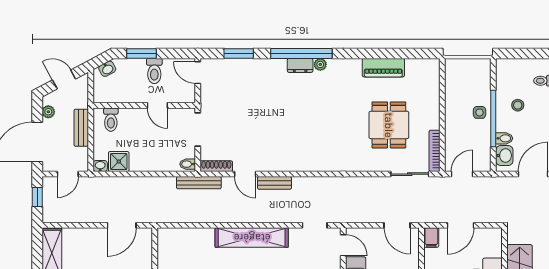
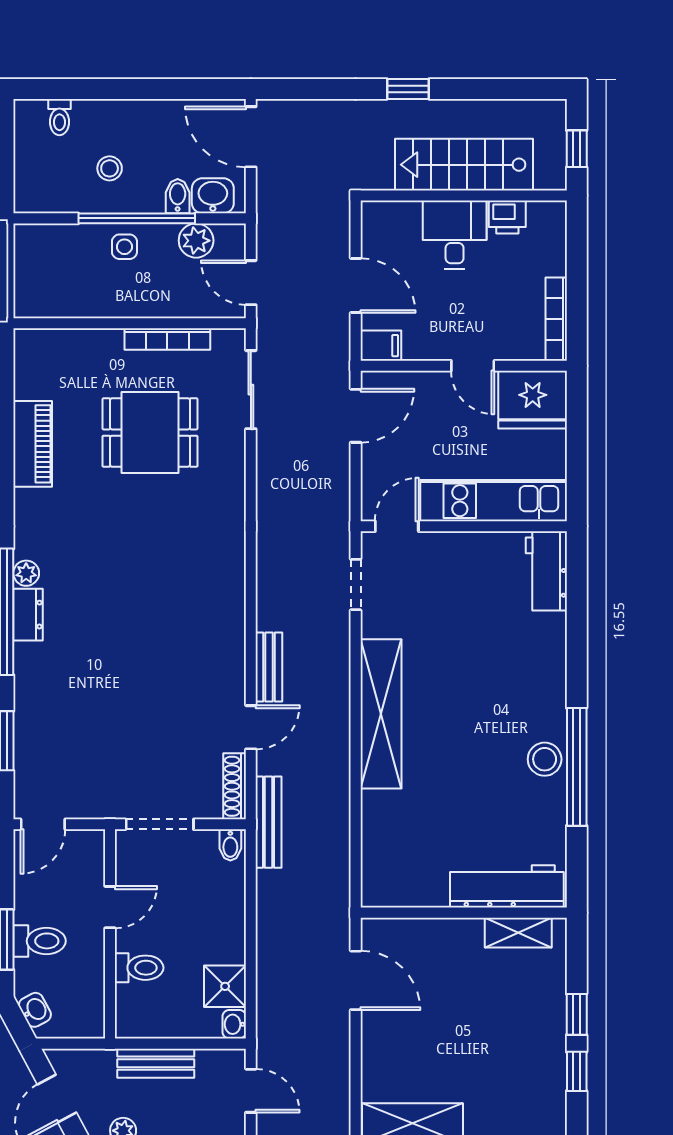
toilet: (154, 71) -> (40, 941), moved
toilet: (111, 120) -> (139, 968), moved
plant: (483, 147) -> (196, 241), added
bookcase: (434, 151) -> (167, 339), moved

